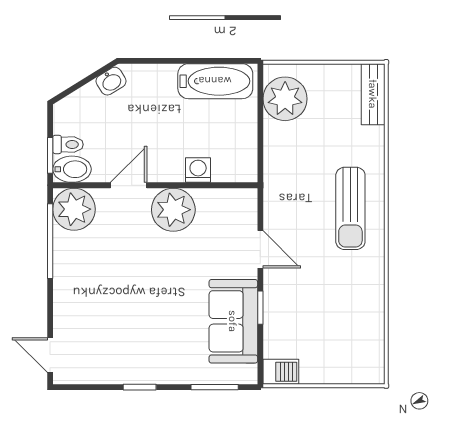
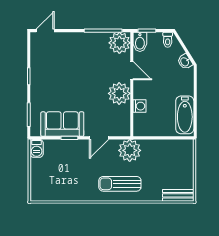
plant: (285, 99) -> (130, 150), moved
toilet: (68, 144) -> (168, 40), moved

